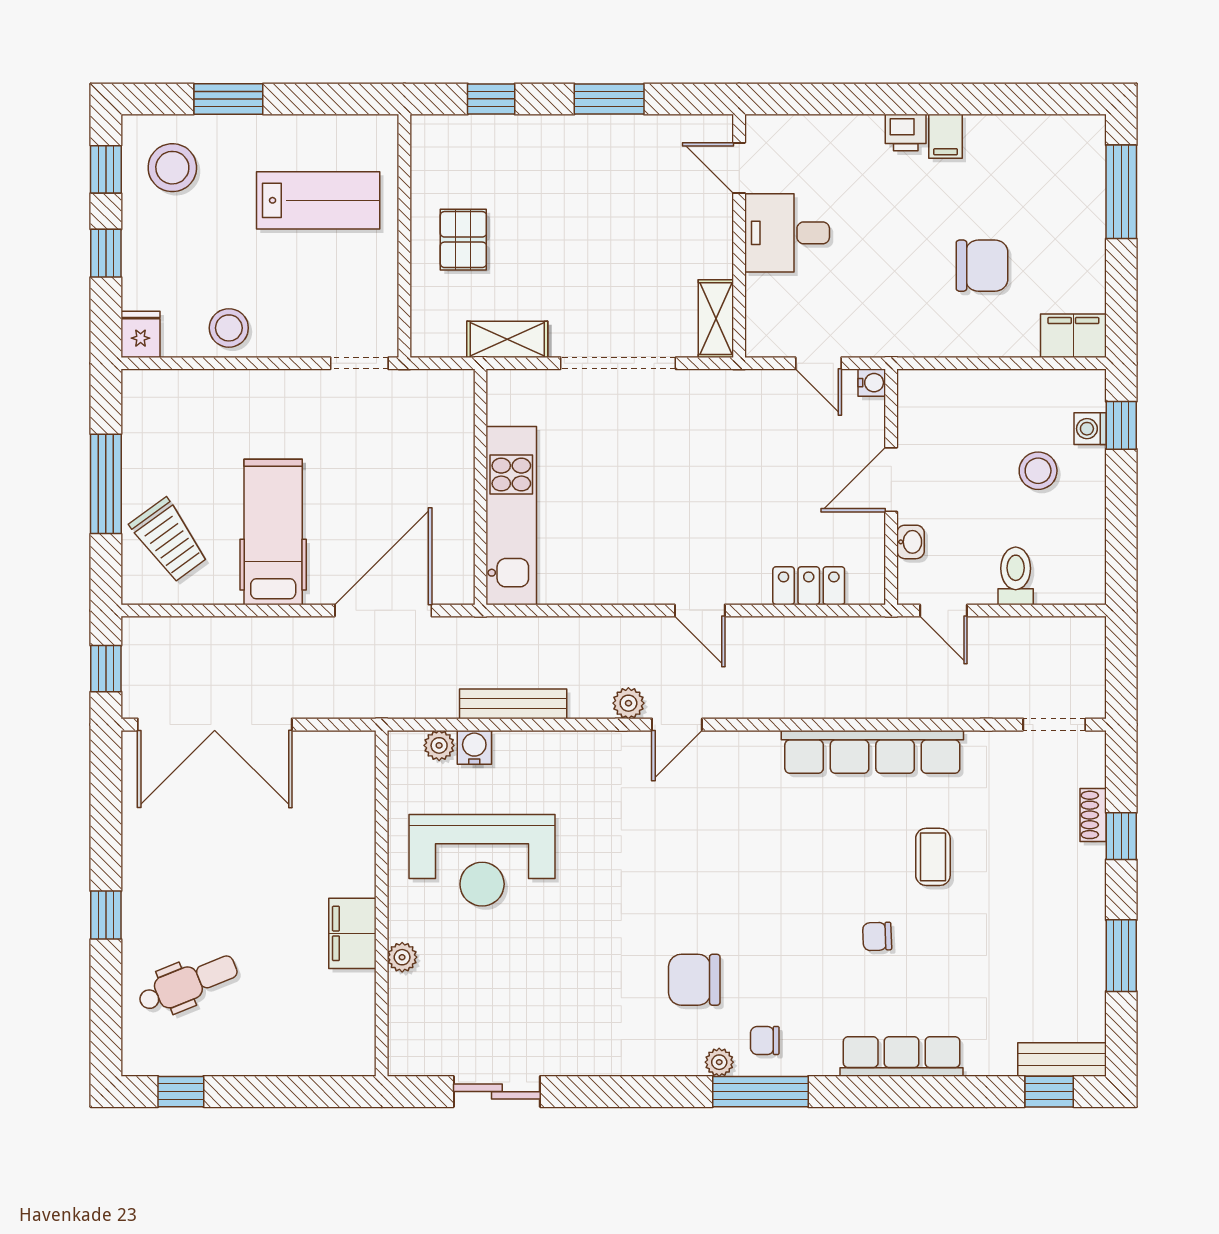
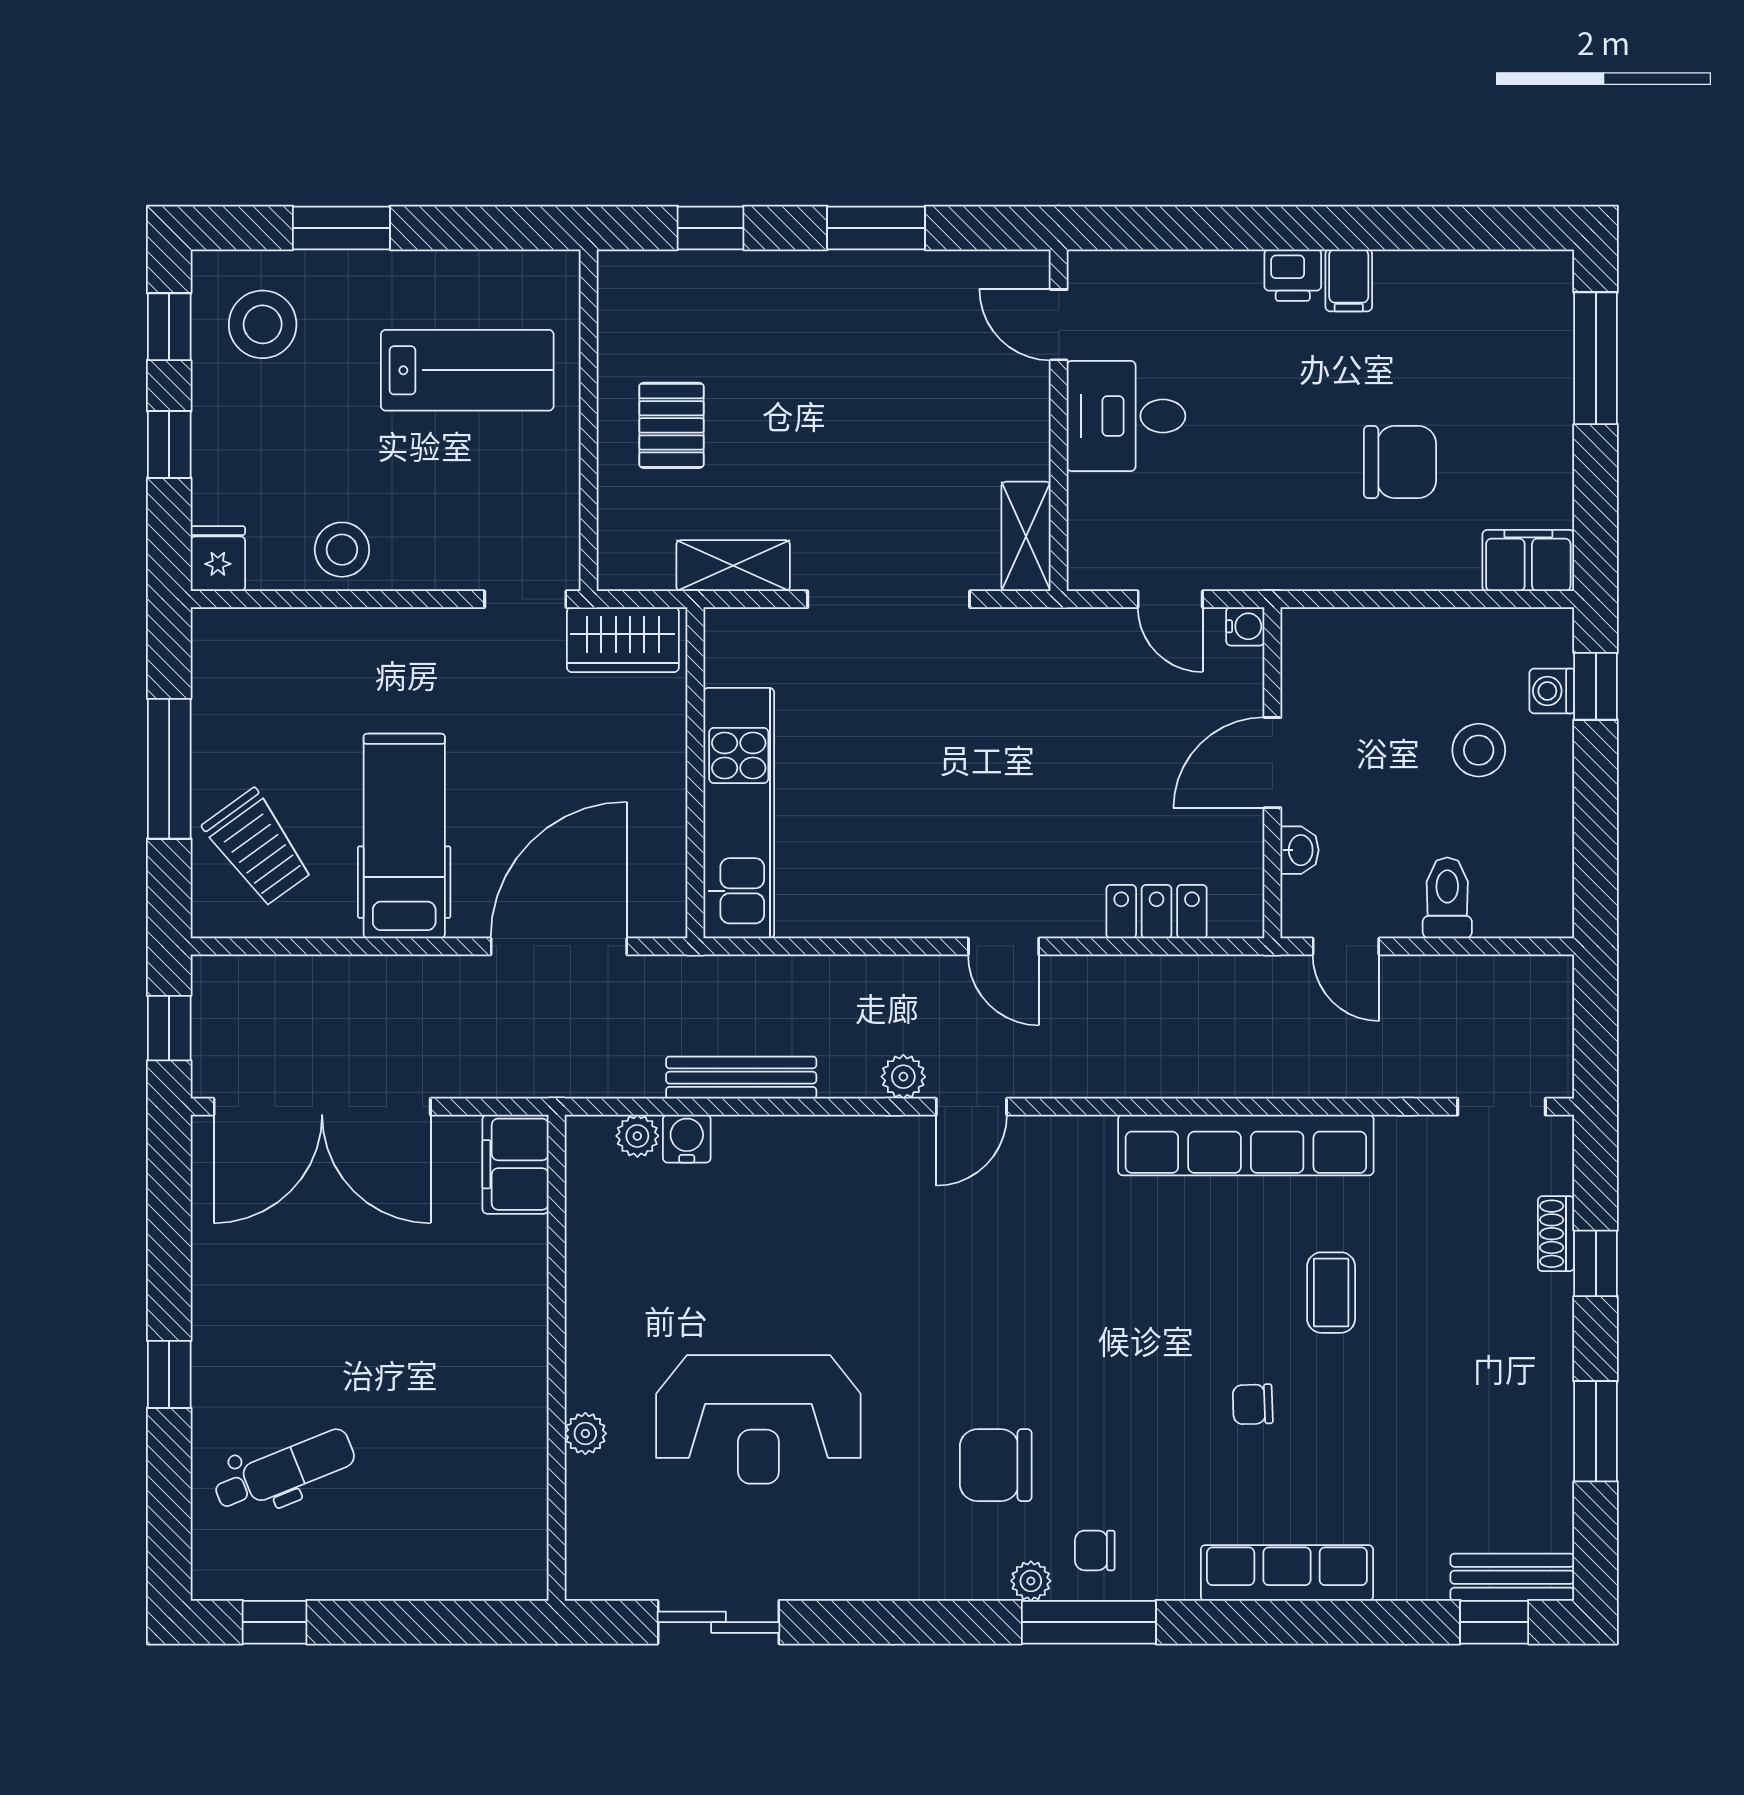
wardrobe: (429, 392) -> (623, 640), added
reception desk: (482, 860) -> (758, 1419), moved
filing cabinet: (352, 933) -> (515, 1164), moved

